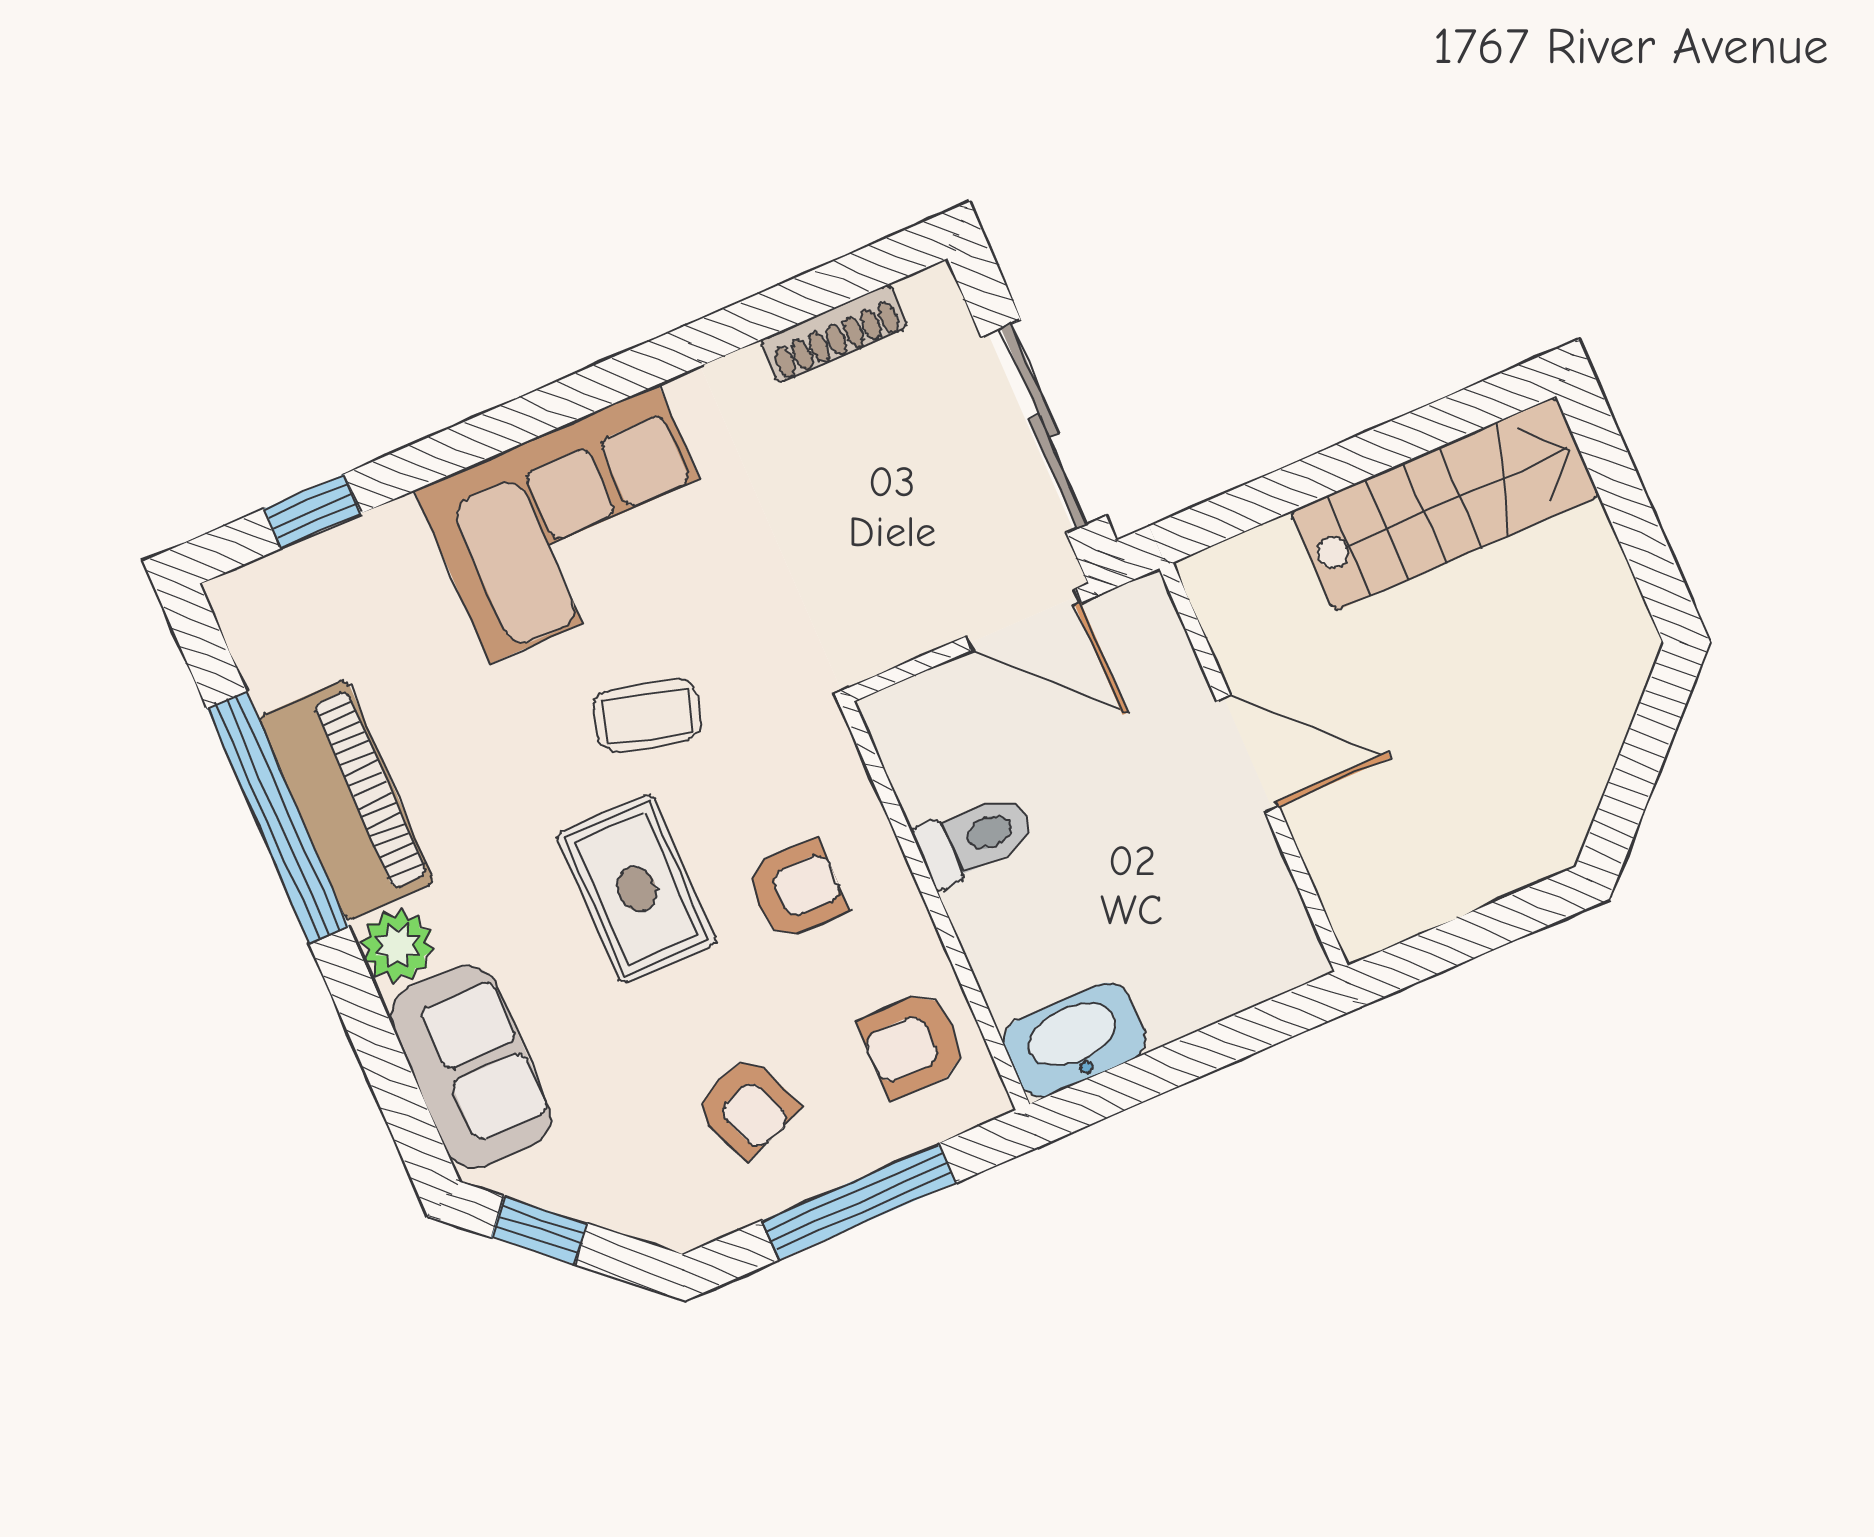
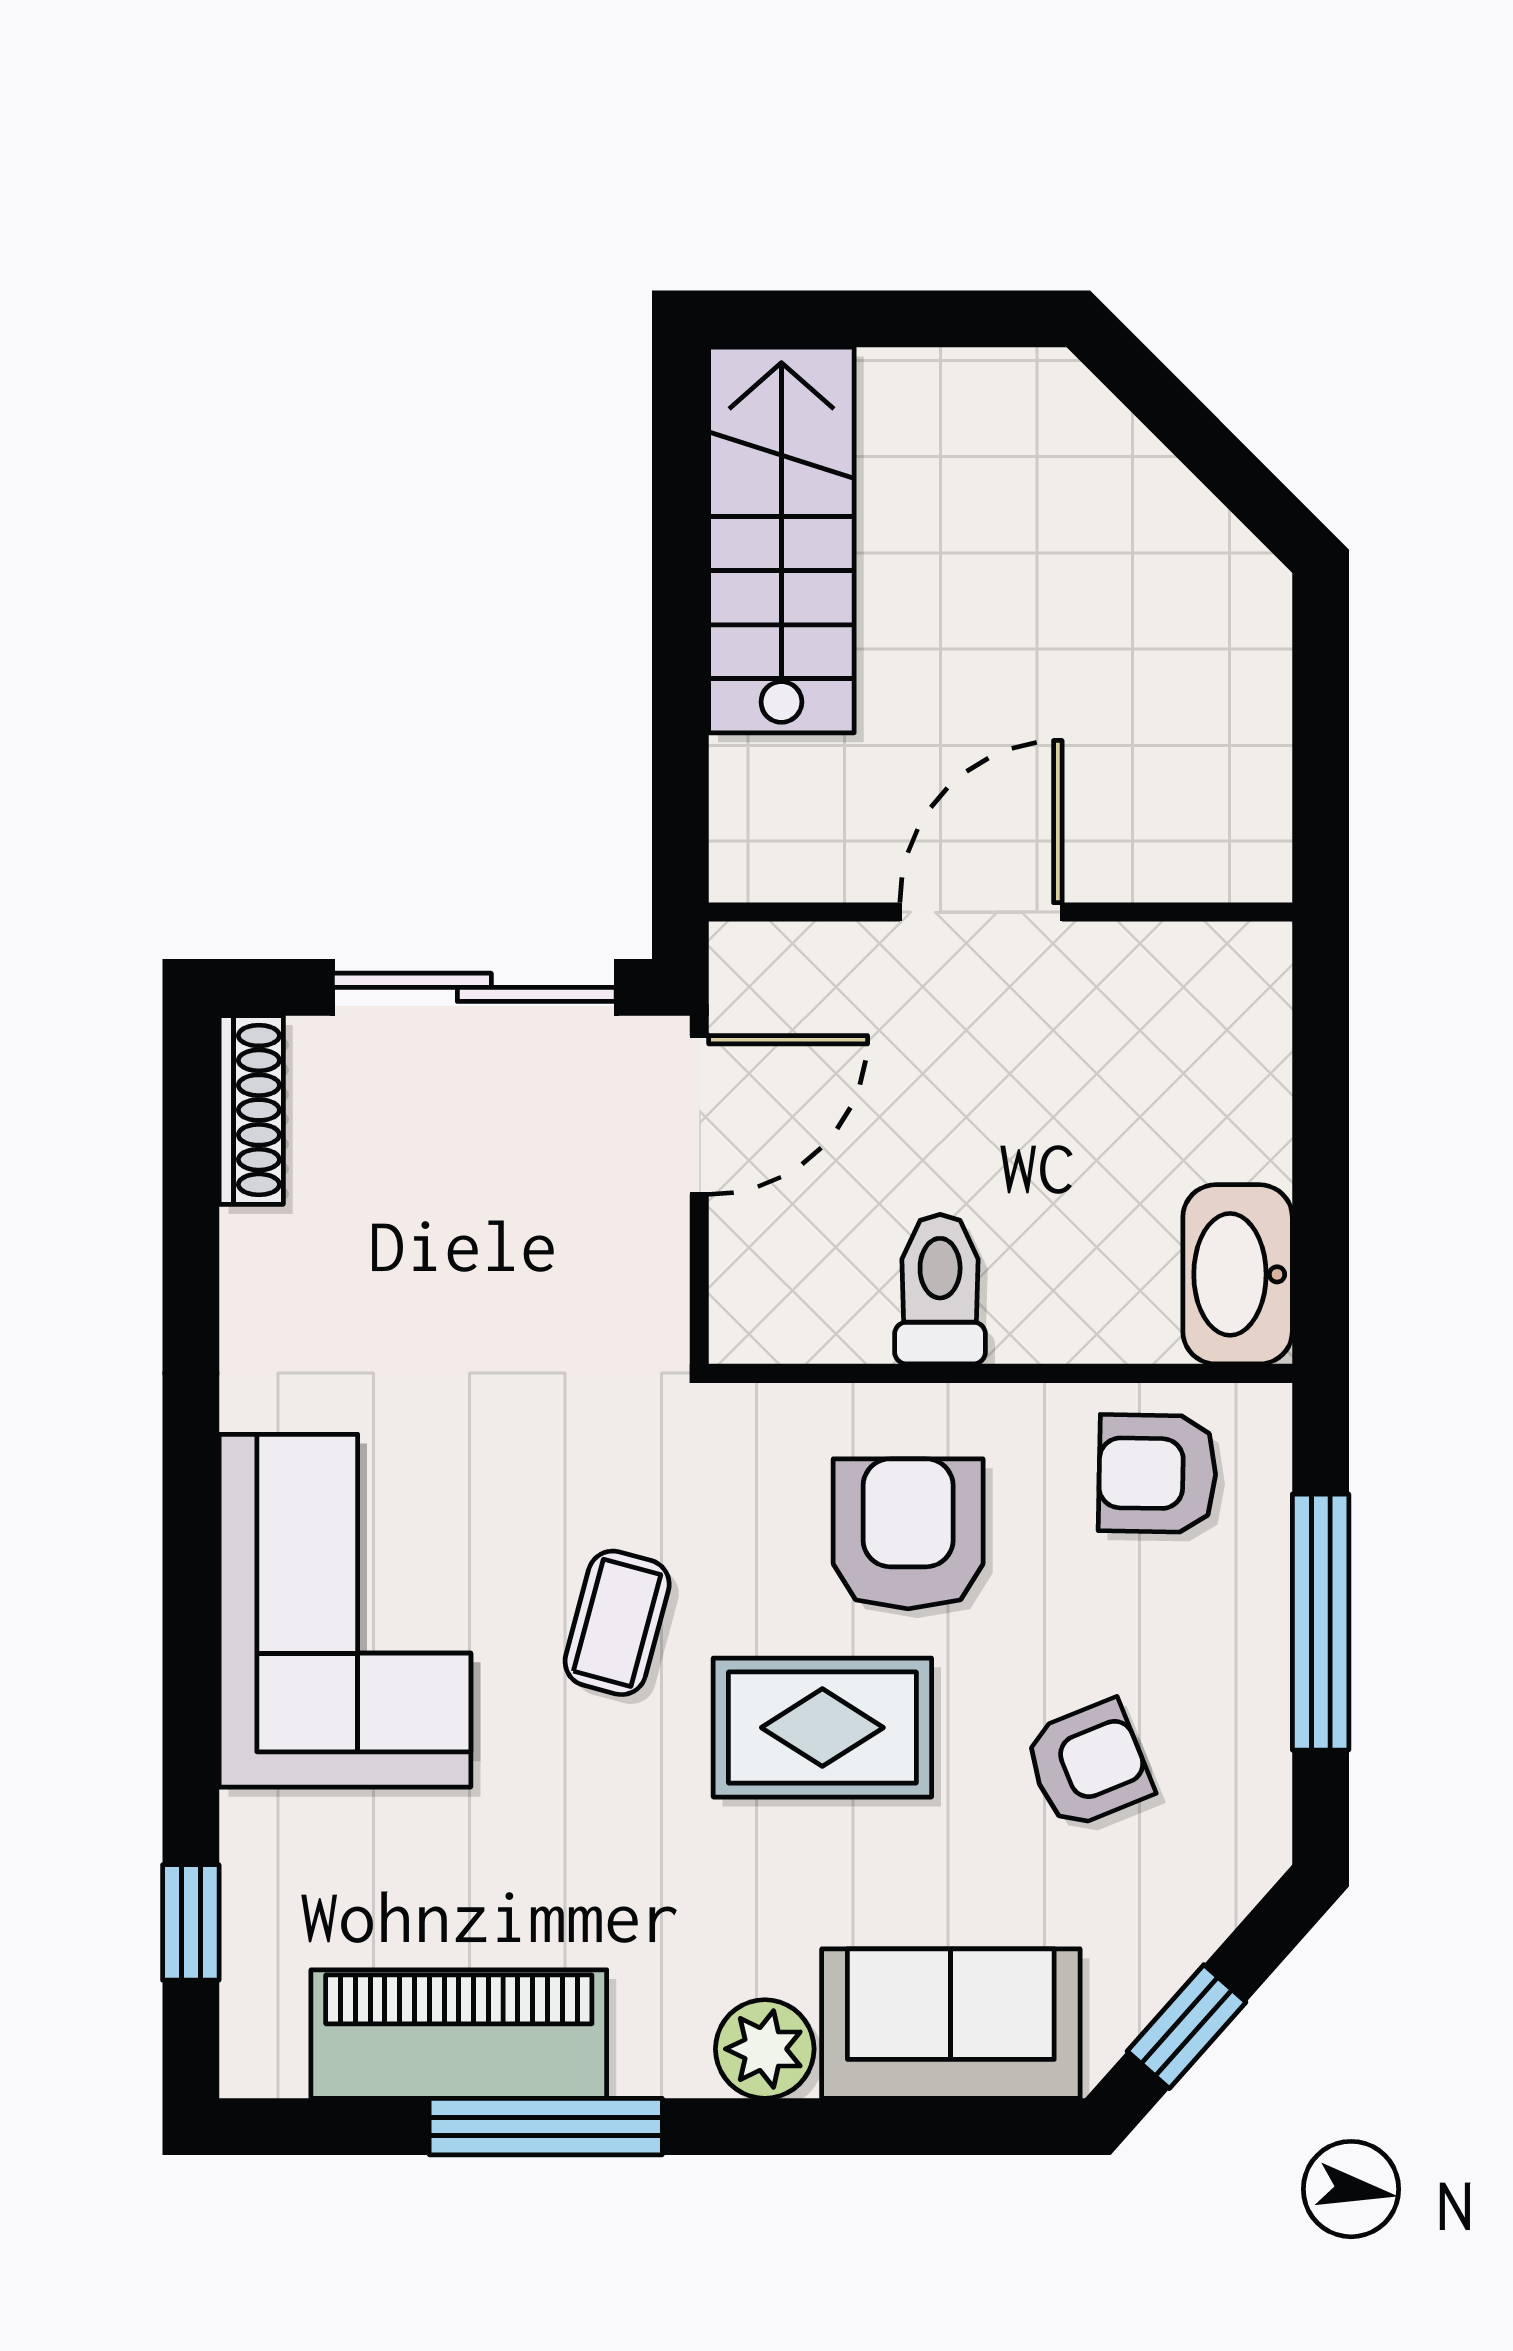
shoe rack: (834, 334) -> (251, 1110), moved
piano: (346, 800) -> (459, 2034), moved
window: (278, 818) -> (546, 2127), width x0.68
armchair: (796, 890) -> (908, 1534), width x1.38, depth x1.38
armchair: (913, 1044) -> (1157, 1474), turned 91
armchair: (747, 1107) -> (1088, 1765), moved

